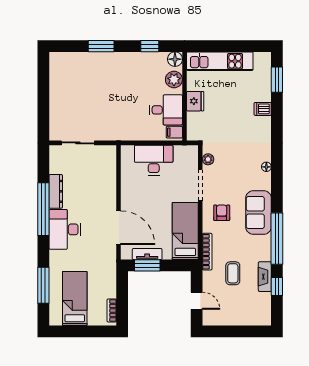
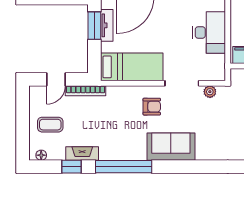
floor lamp: (266, 167) -> (41, 155), moved
sofa: (259, 213) -> (171, 147), moved
bookcase: (207, 252) -> (85, 91), moved
coffee table: (233, 273) -> (50, 125), moved

